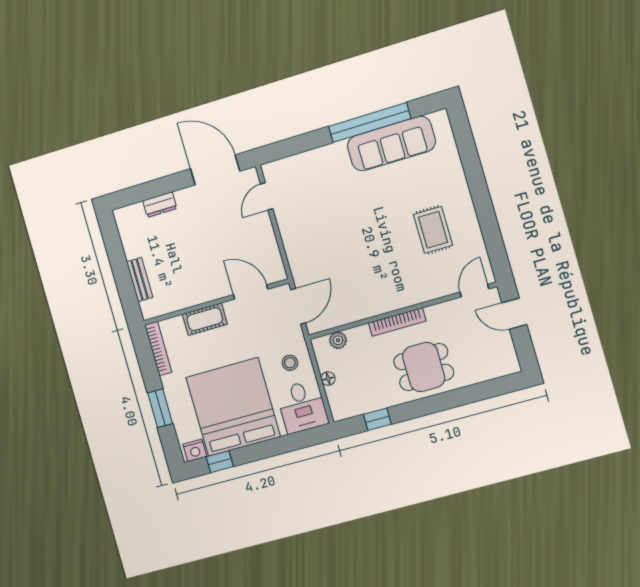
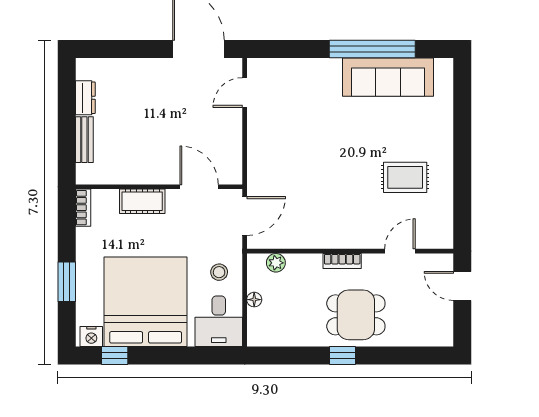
dresser: (160, 205) -> (85, 98), moved, turned -90
rug: (433, 230) -> (405, 177), turned 90
door: (474, 291) -> (400, 251), moved
bookcase: (397, 322) -> (342, 261), width x0.64
bookcase: (158, 349) -> (83, 208), width x0.64
window: (377, 419) -> (342, 356), moved

